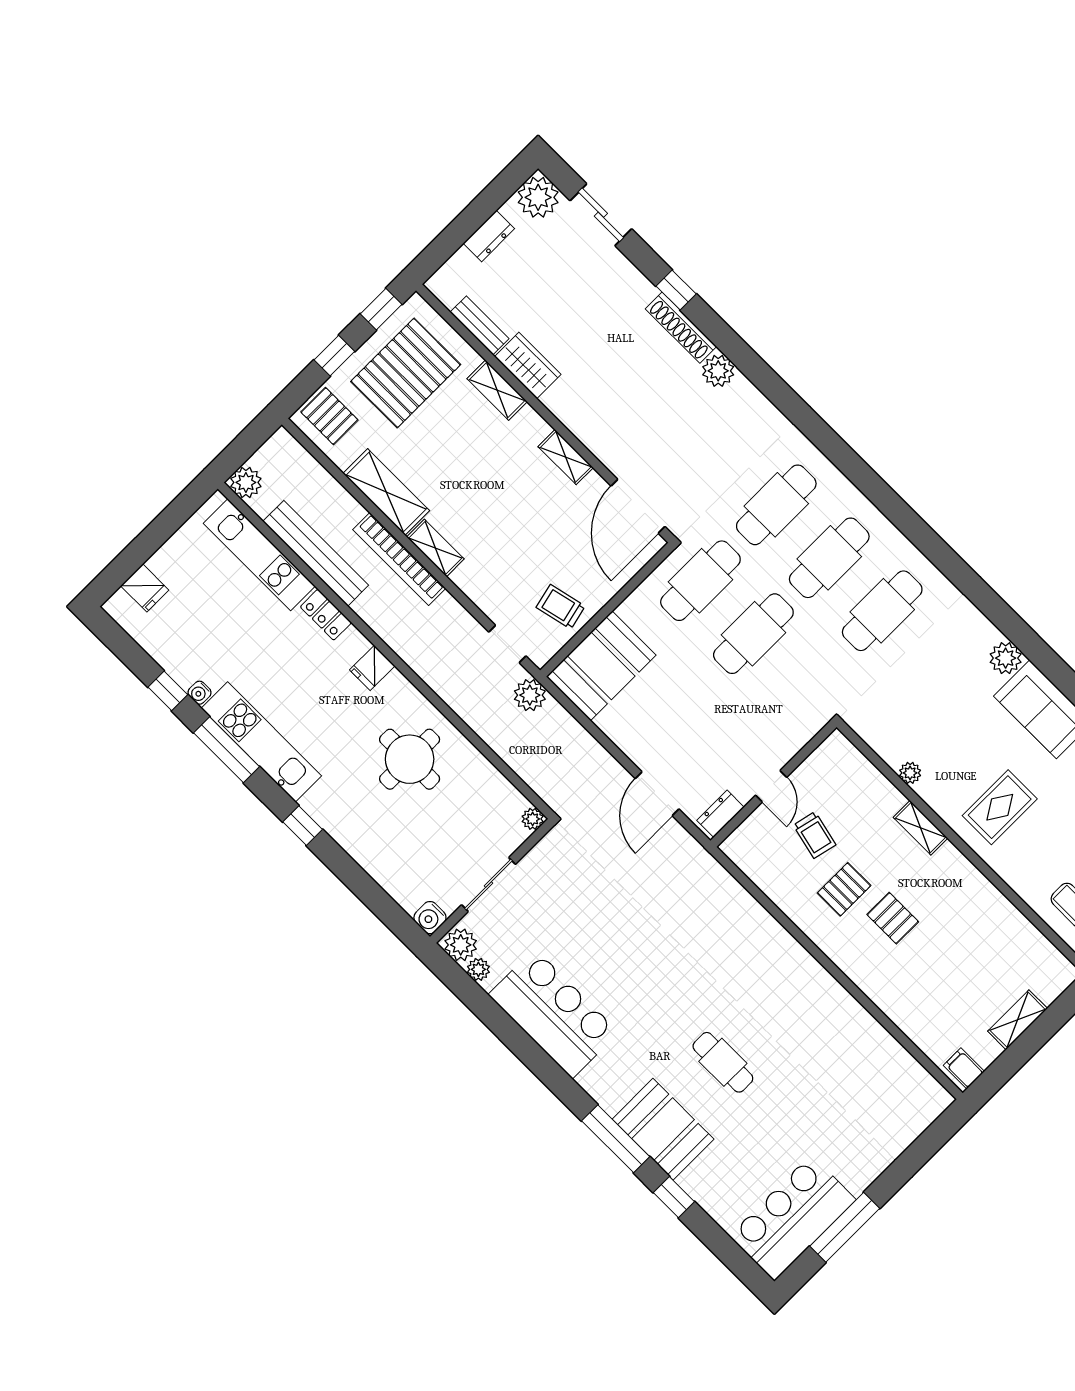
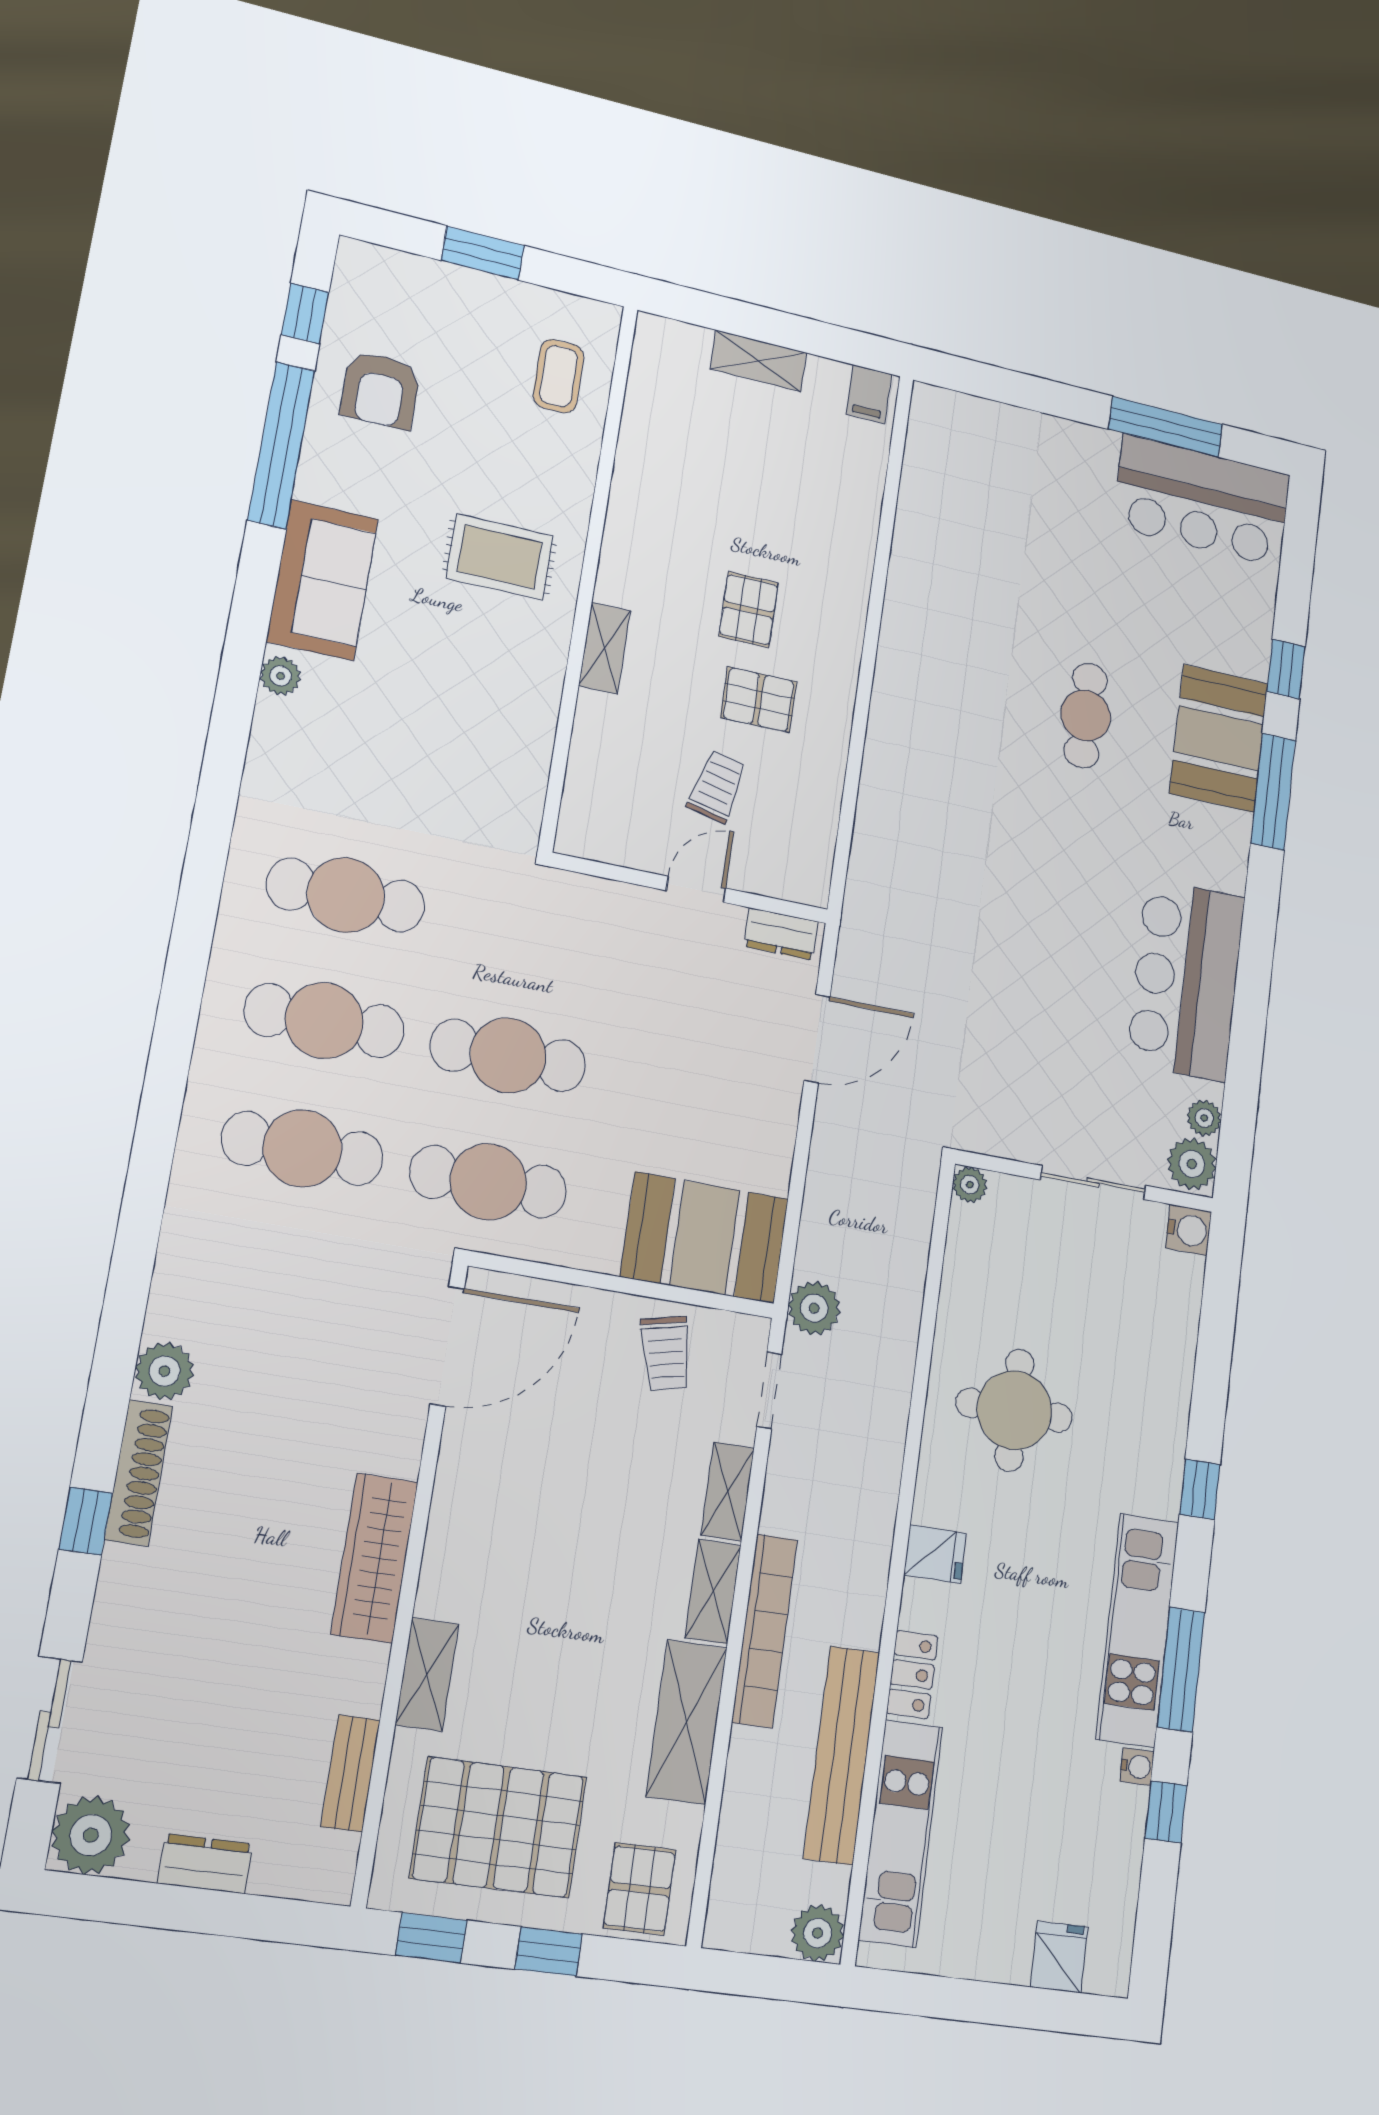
wardrobe: (528, 365) -> (375, 1558), moved, width x1.50
shelving: (566, 457) -> (728, 1492), moved
plant: (1006, 658) -> (280, 676), width x0.73, depth x0.73
plant: (910, 773) -> (542, 710), removed

